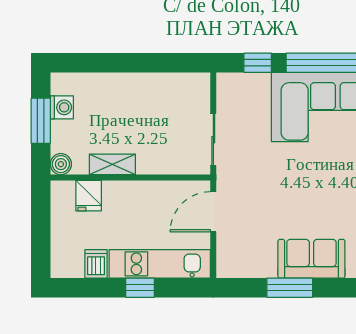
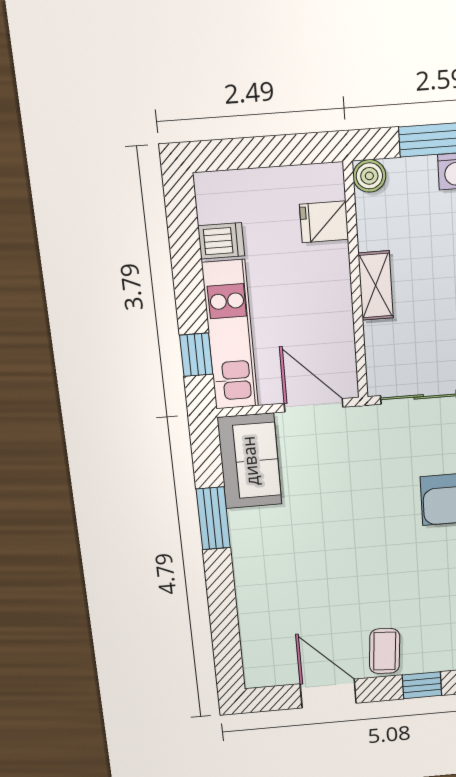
shelving: (112, 164) -> (376, 286), moved
sofa: (311, 259) -> (250, 461), moved
window: (140, 288) -> (196, 355), moved

